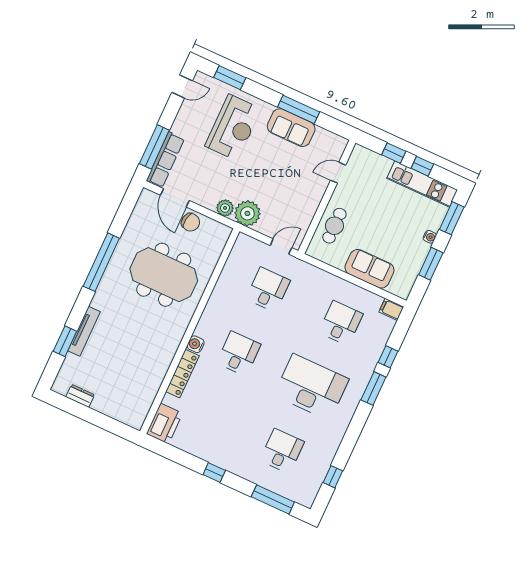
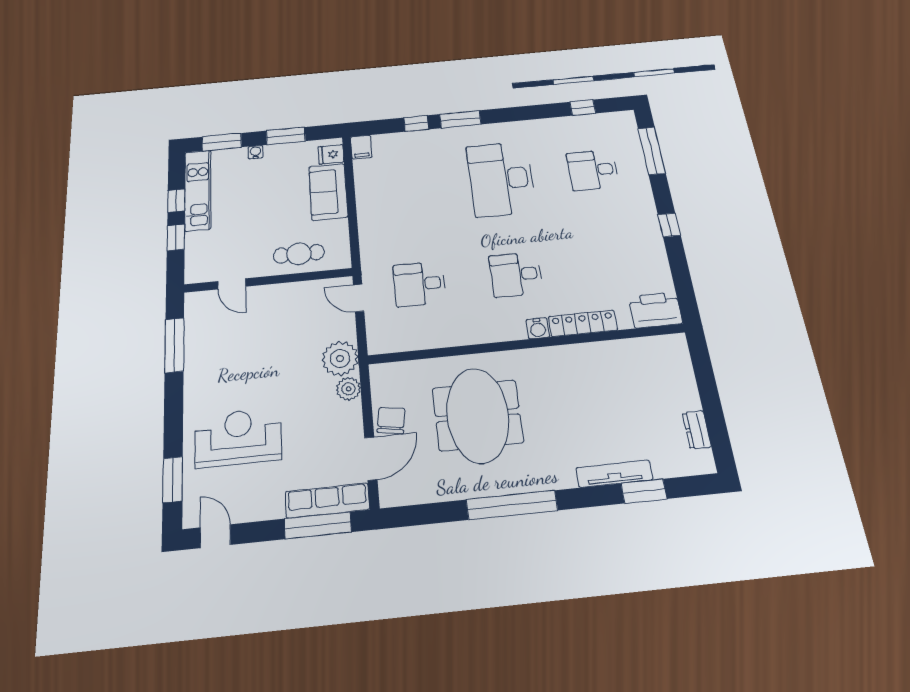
window: (299, 109) -> (174, 345), moved
sofa: (291, 128) -> (202, 367), removed
fridge: (398, 286) -> (331, 154), added
desk: (341, 323) -> (409, 188), removed

